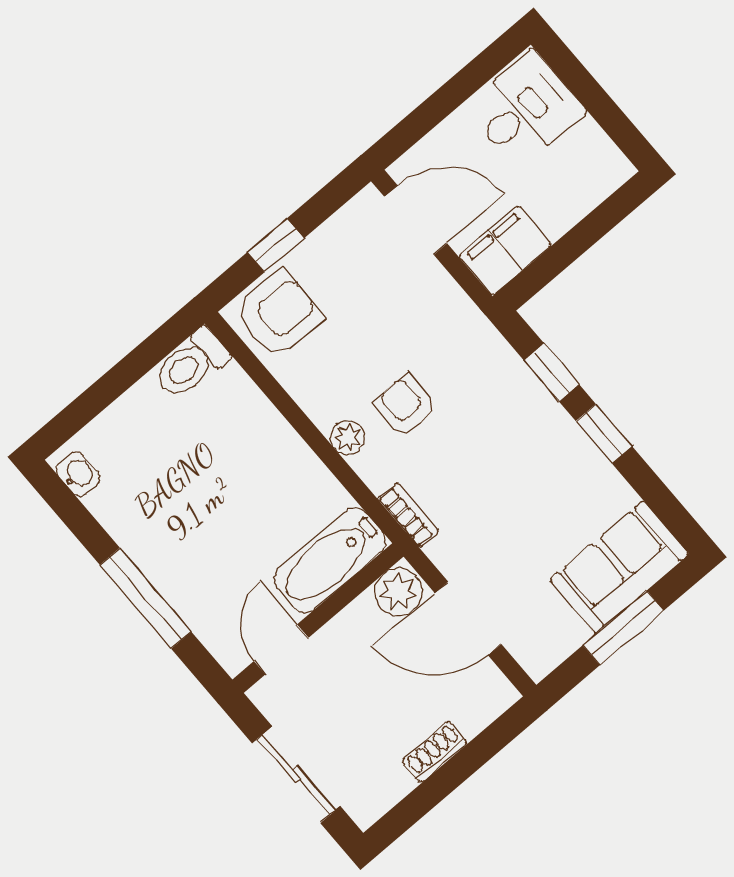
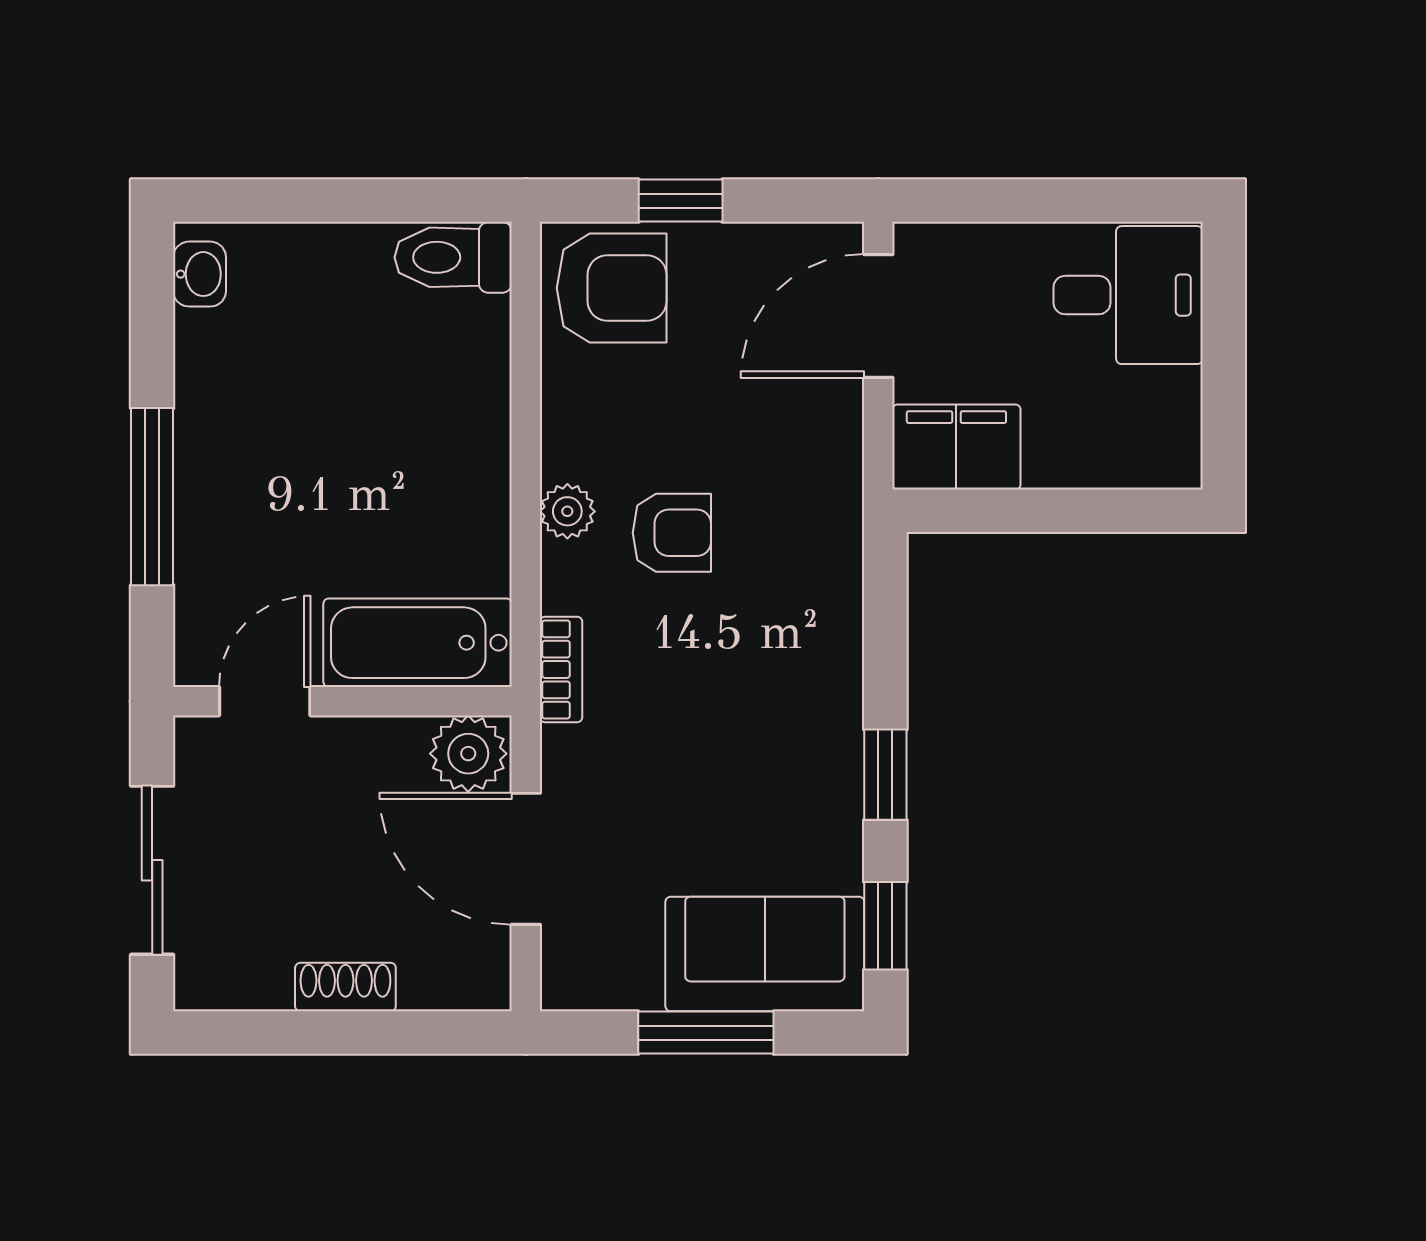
door: (416, 220) -> (878, 316), swing flipped
window: (552, 372) -> (885, 926), moved
armchair: (406, 406) -> (672, 533), turned 90

